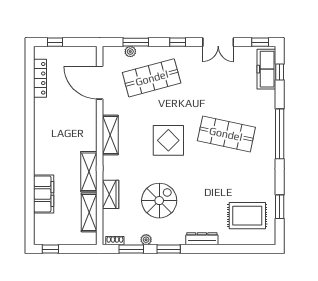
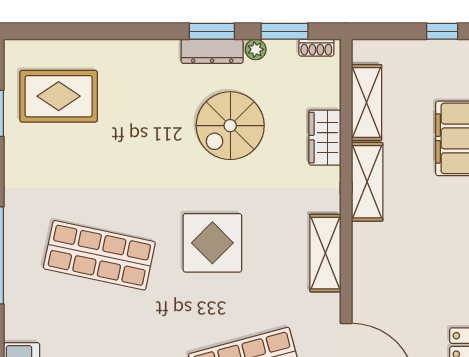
dresser: (202, 239) -> (212, 51), moved

